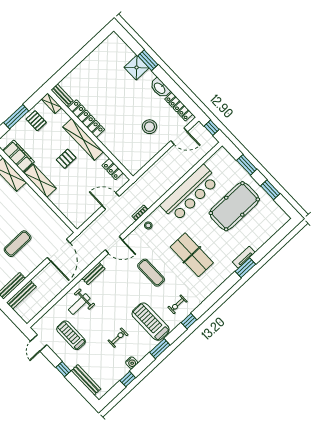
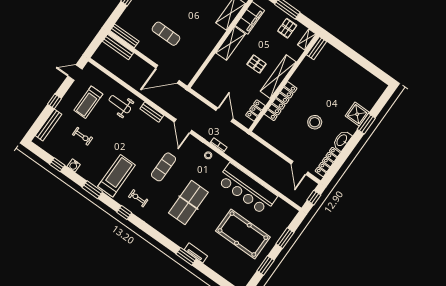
locker: (86, 119) -> (281, 101), moved
stool: (149, 127) -> (315, 122), moved
treadmill: (71, 335) -> (88, 102), turned 180
exercise bike: (118, 338) -> (83, 136), moved

